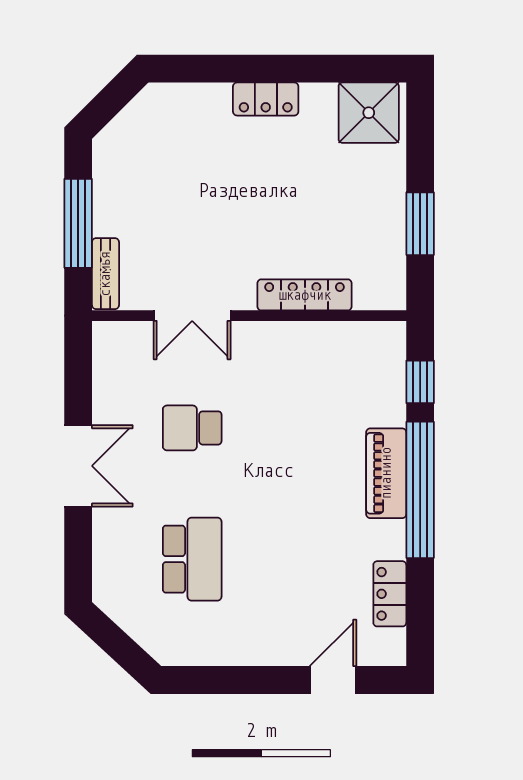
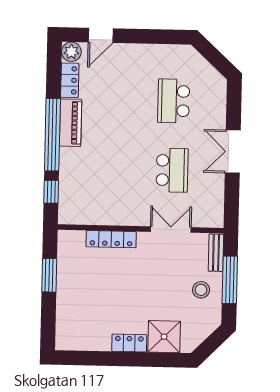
shower: (369, 113) -> (164, 337), moved
stool: (132, 203) -> (201, 290), added
school desk: (192, 428) -> (172, 170), width x1.85
piano: (386, 473) -> (71, 123), moved
plant: (388, 648) -> (71, 52), added

